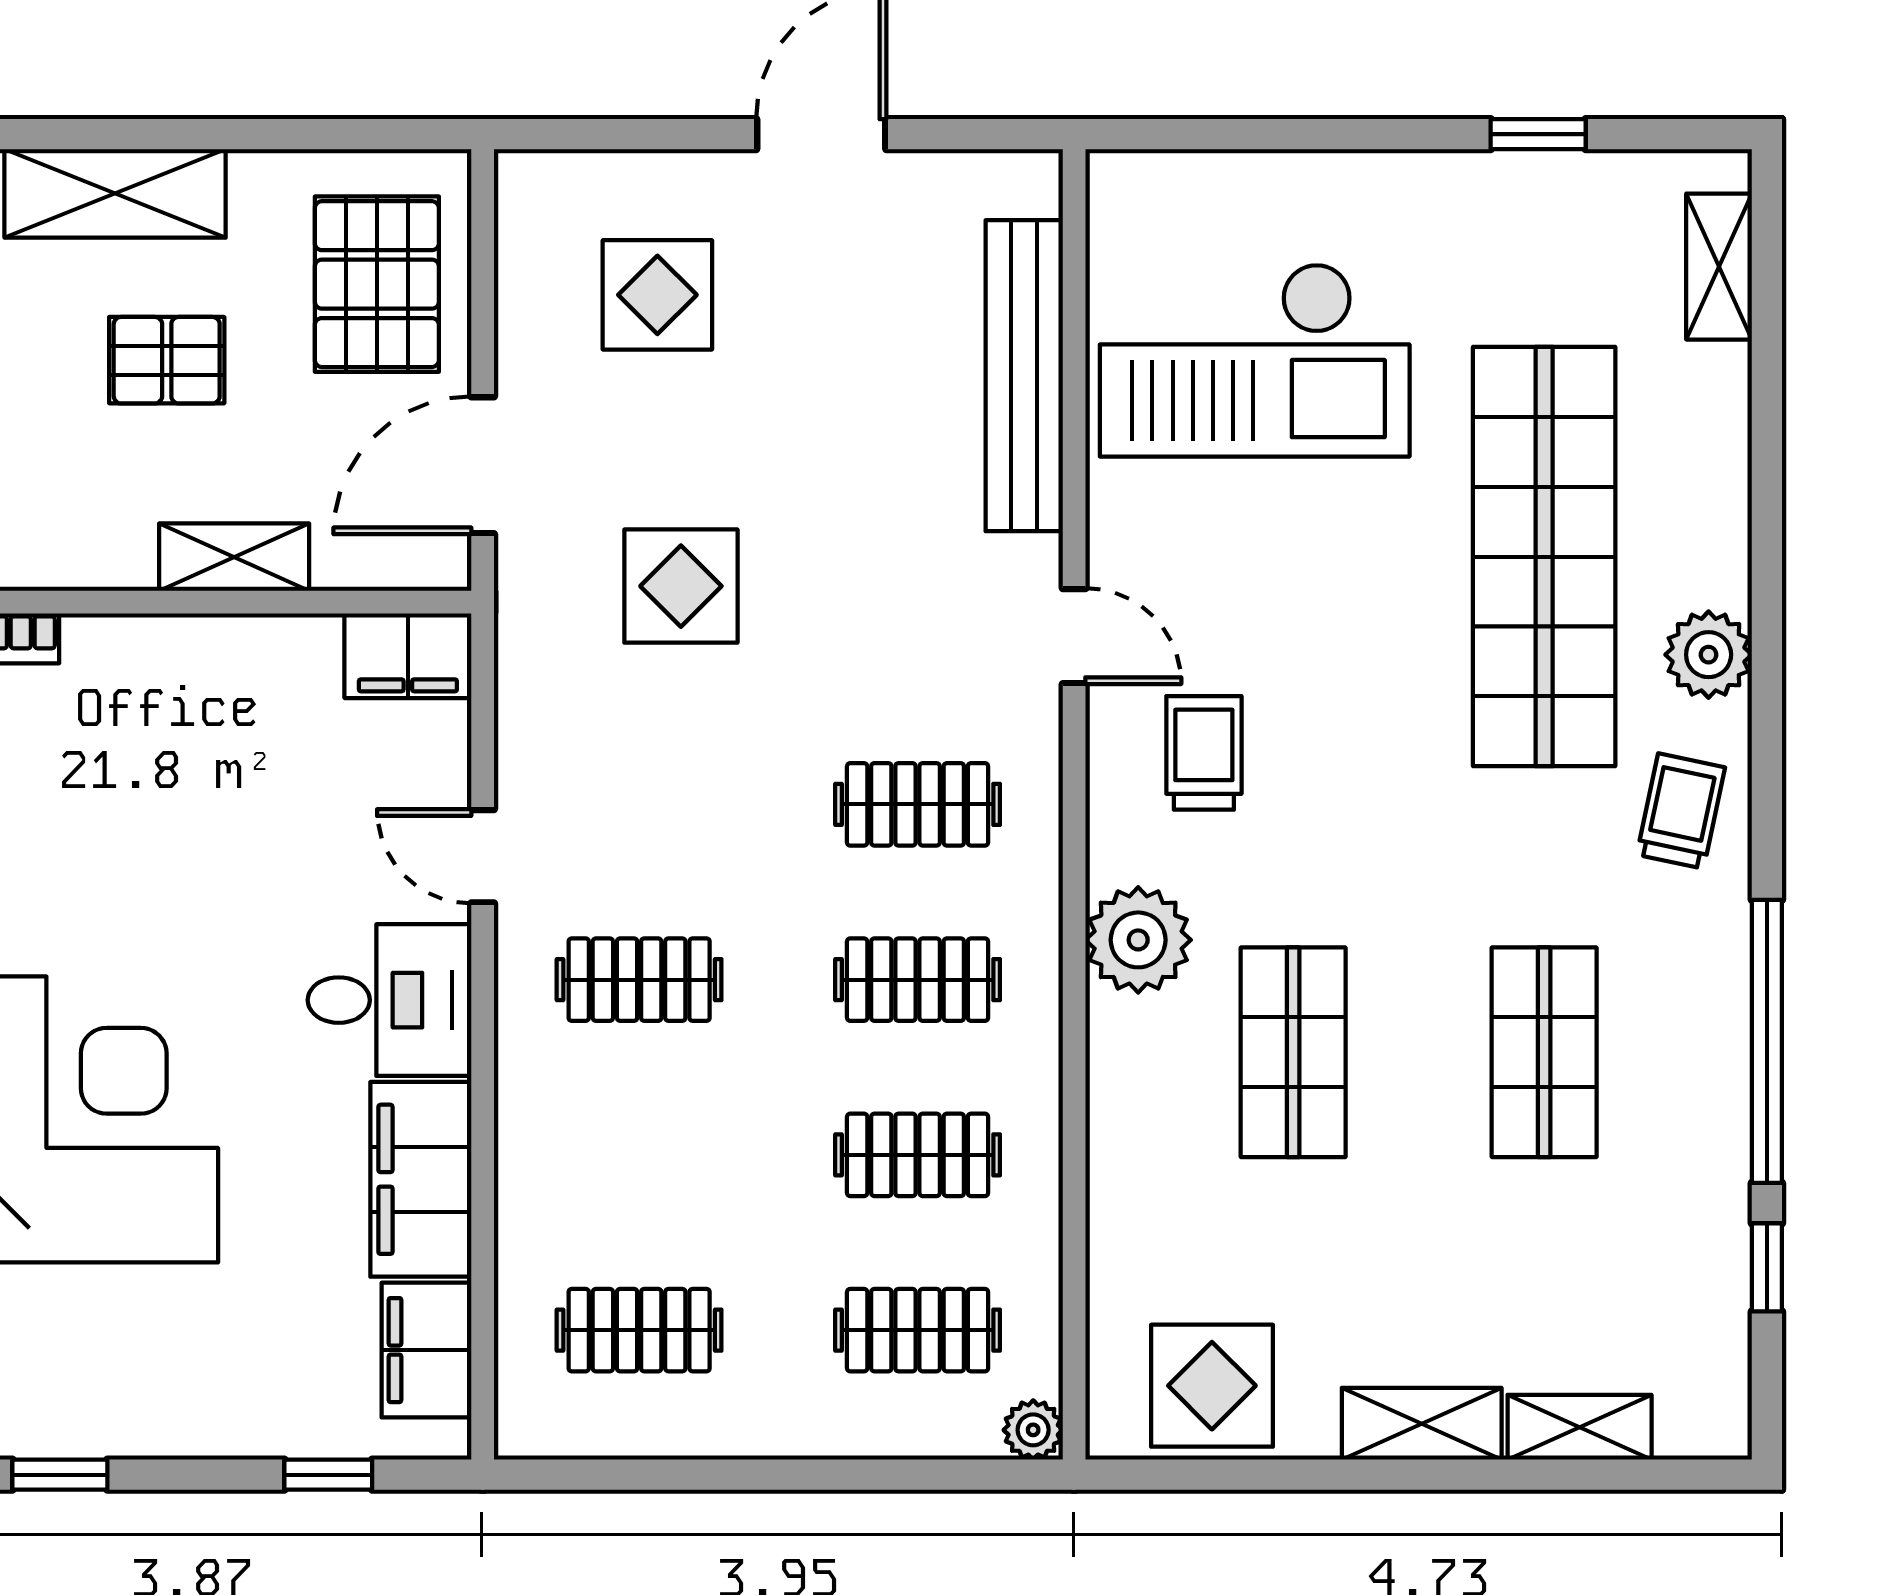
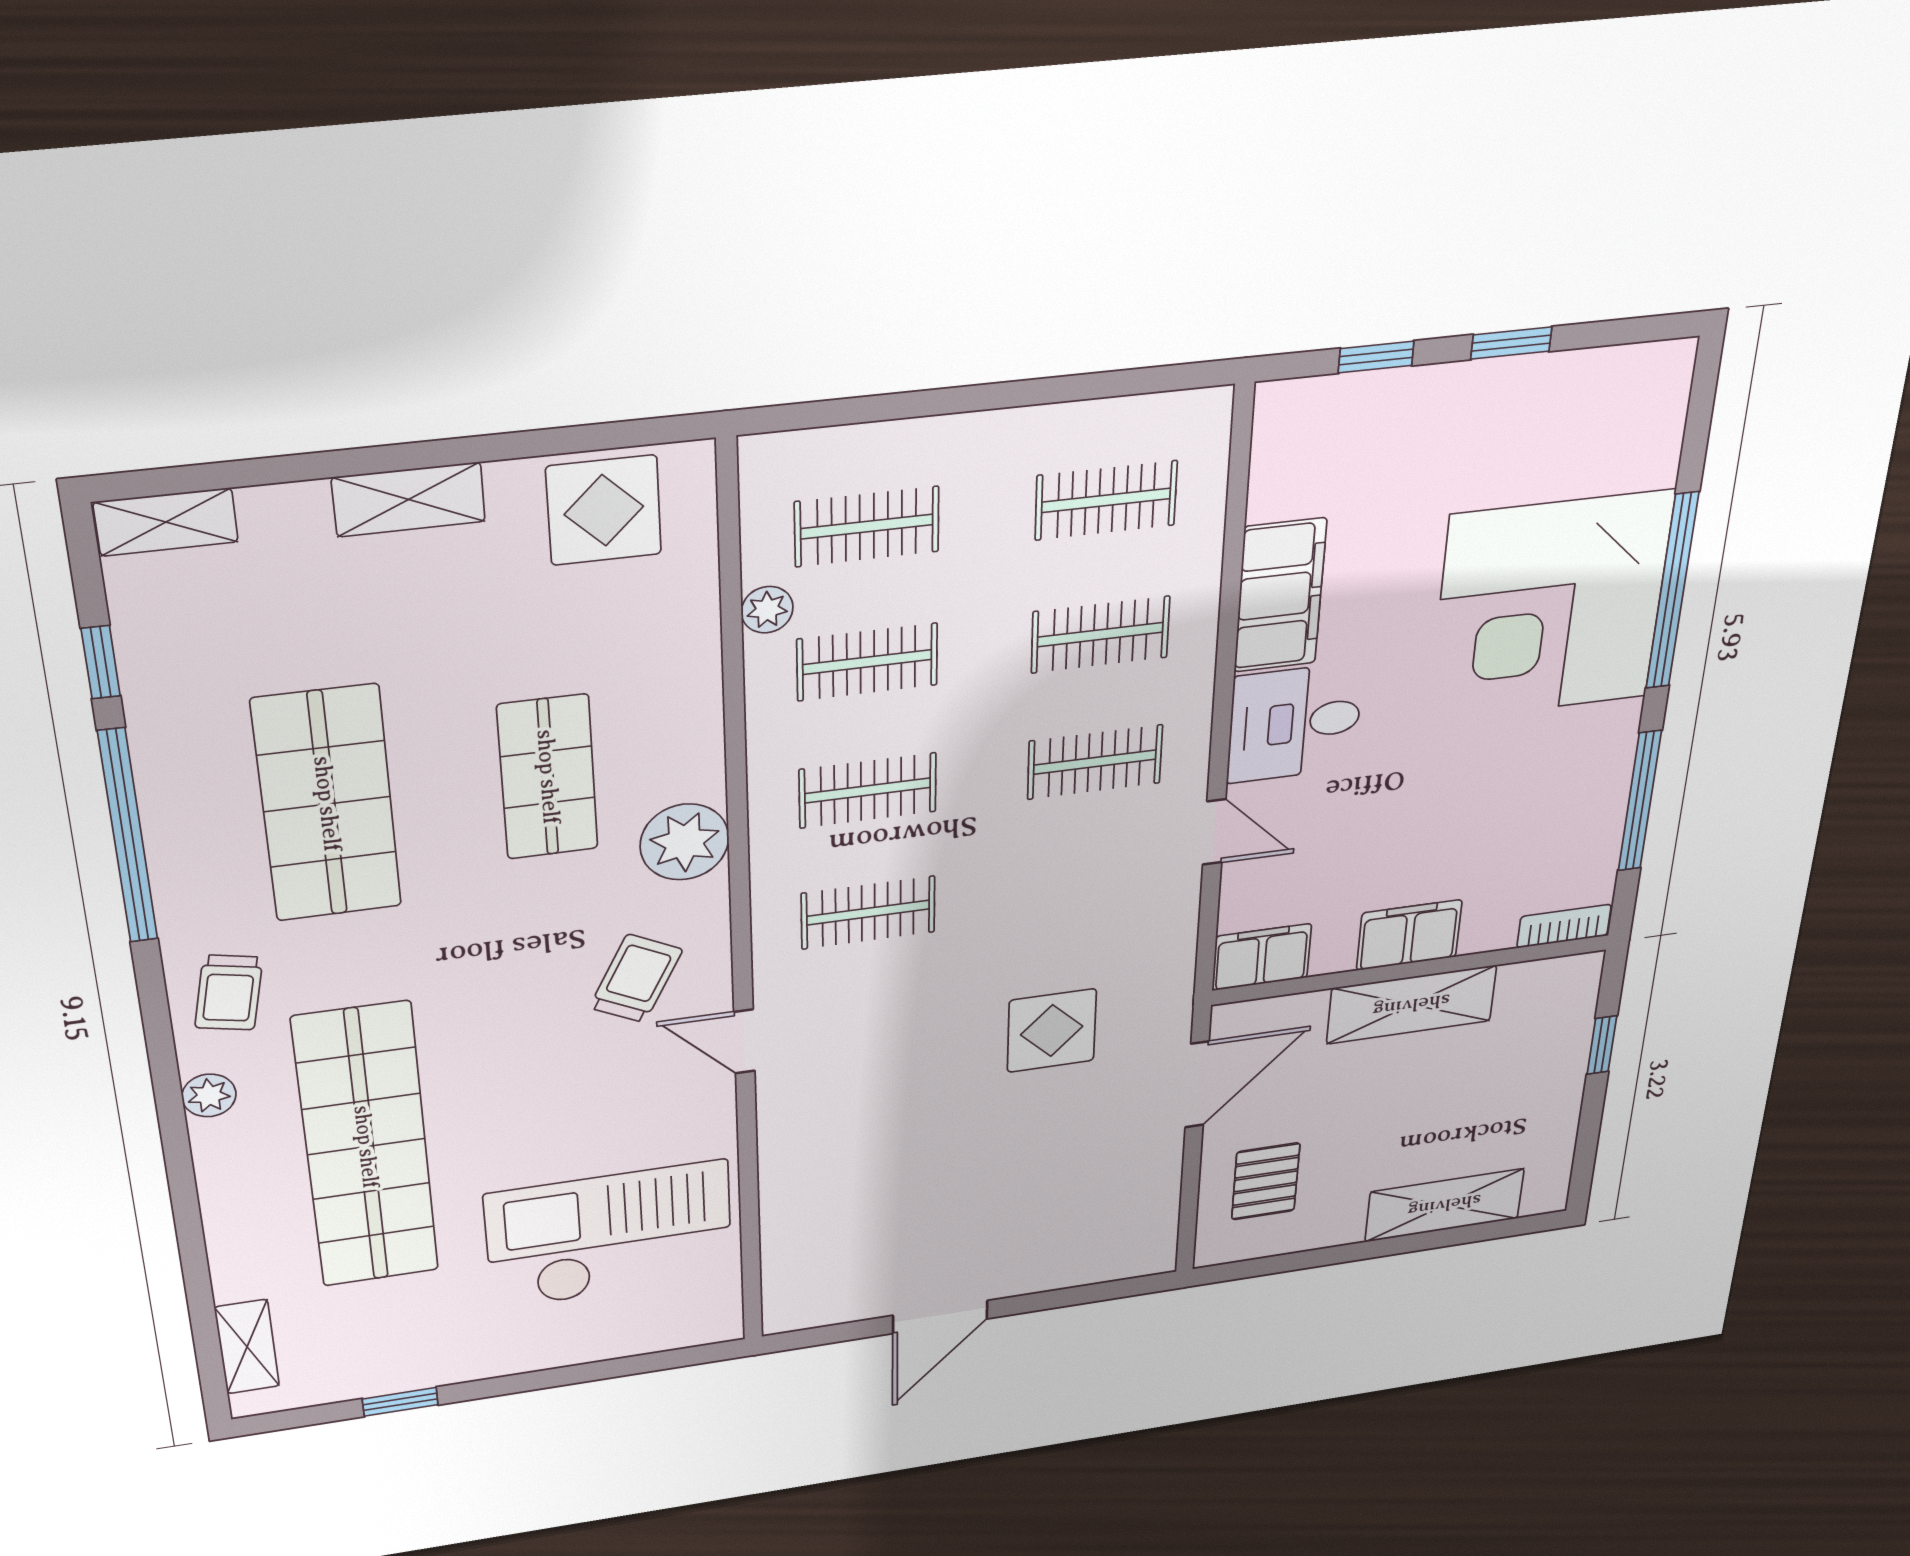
pallet: (377, 284) -> (1266, 1181), width x0.67, depth x0.71
display table: (657, 295) -> (1063, 1206), removed
pallet: (167, 360) -> (1420, 1114), removed
bench: (1024, 376) -> (788, 1199), removed
shelving: (234, 557) -> (1411, 1005), width x1.50, depth x1.33
plant: (1709, 655) -> (209, 1095), width x0.73, depth x0.73
trolley: (1204, 753) -> (636, 979), turned -153
shop shelf: (1544, 1052) -> (327, 804), width x1.43, depth x1.36
clothes rail: (639, 1155) -> (1100, 635), added
filing cabinet: (426, 1350) -> (1409, 935), moved, turned -90
shelving: (1580, 1427) -> (166, 522), moved
plant: (1033, 1430) -> (767, 610), moved
window: (60, 1475) -> (1511, 343), moved

